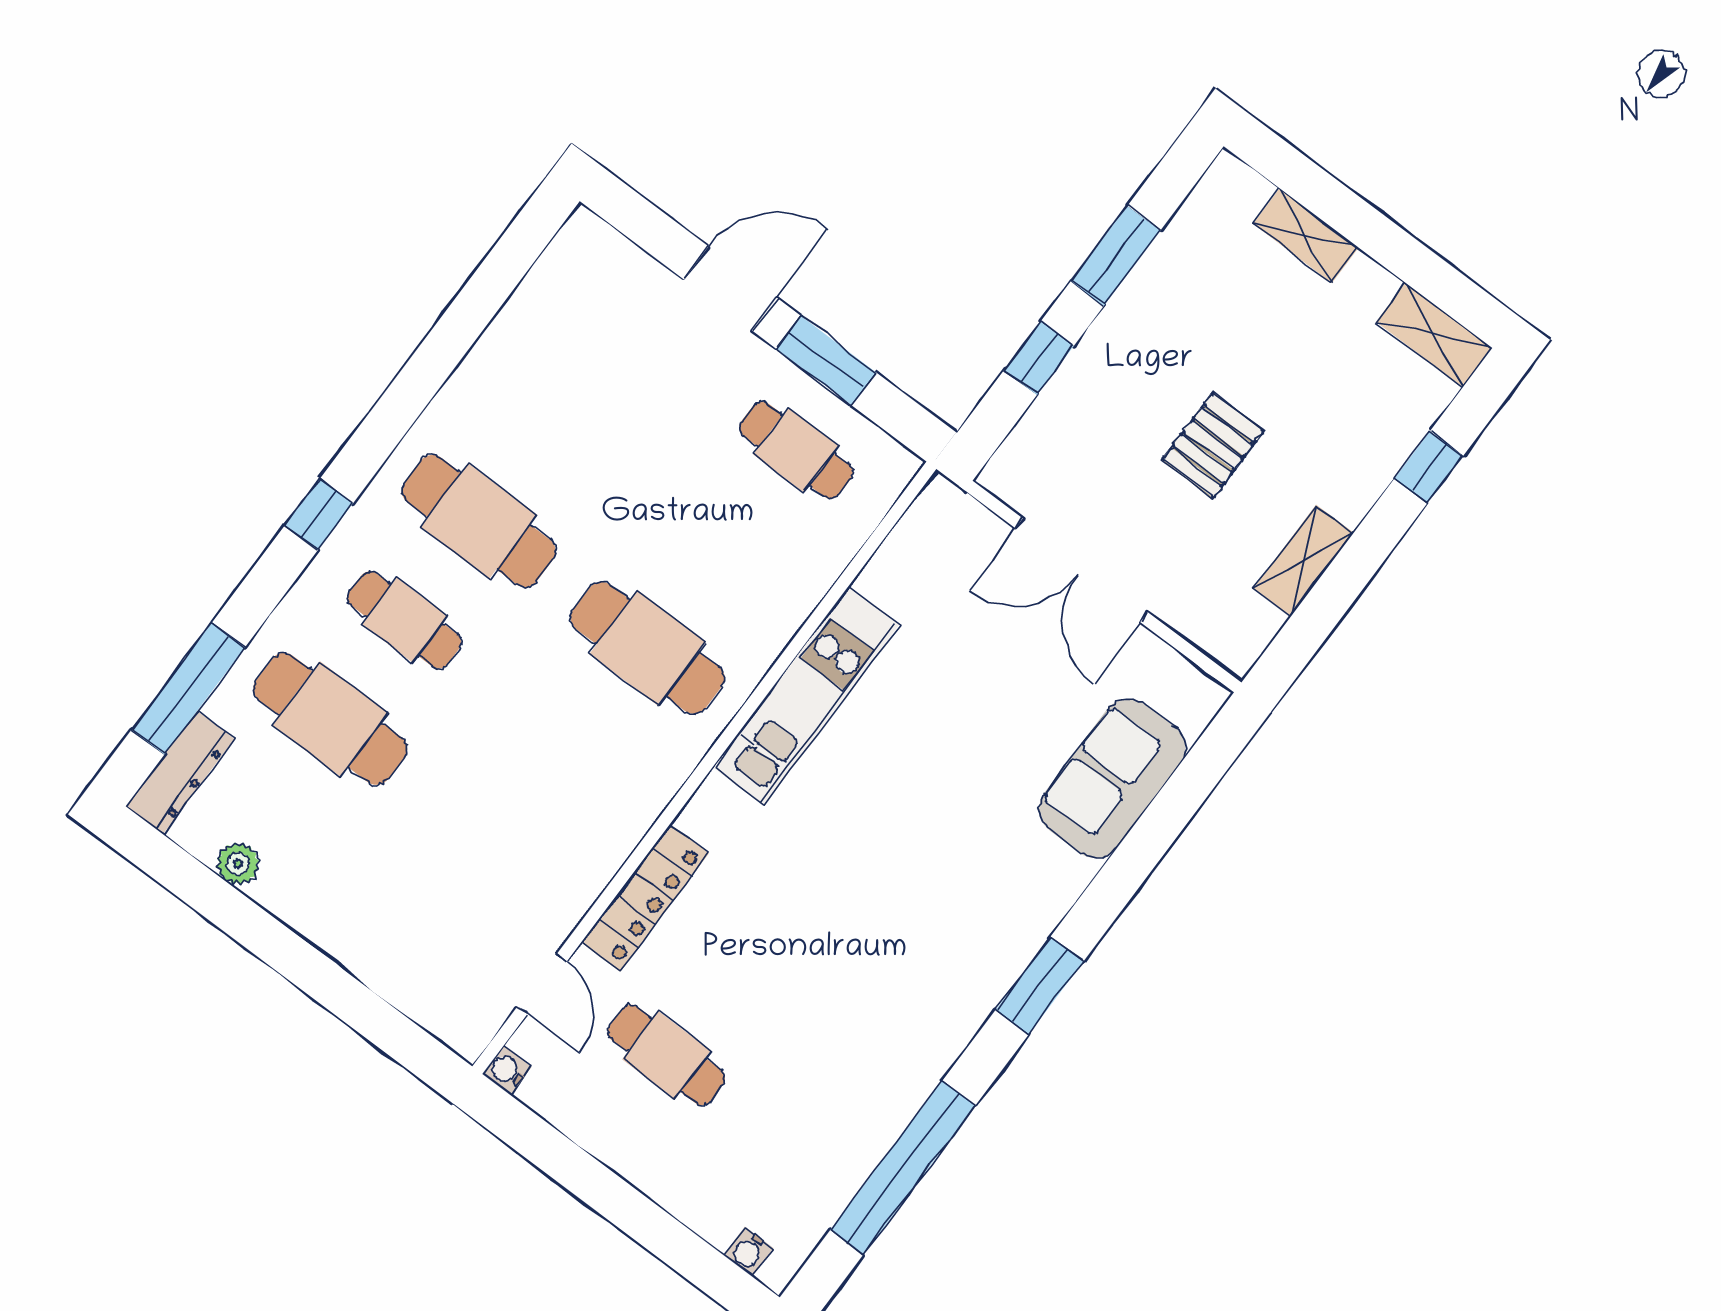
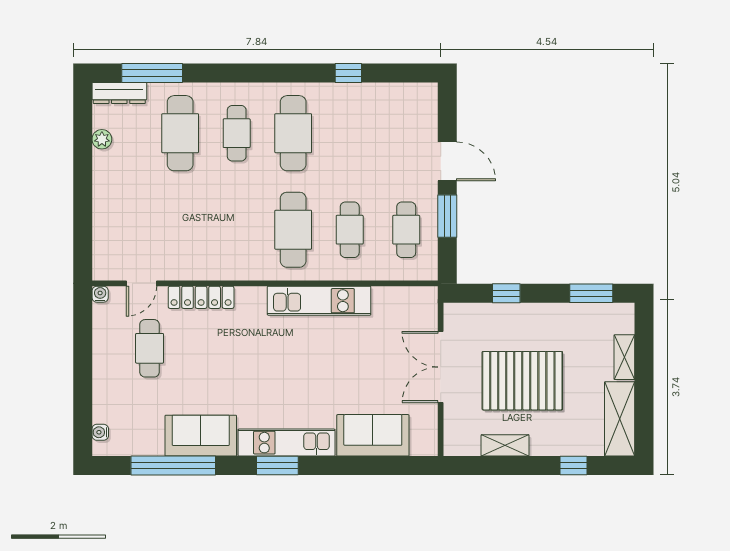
window: (1116, 256) -> (591, 293), moved
shelving: (1434, 335) -> (620, 419), width x1.50, depth x1.33
pallet: (1213, 445) -> (522, 381), width x2.05, depth x2.00
window: (319, 514) -> (348, 73), moved
cafe table: (722, 549) -> (350, 230), added
kitchen unit: (1011, 939) -> (287, 443), added
sofa: (887, 1080) -> (201, 436), added

